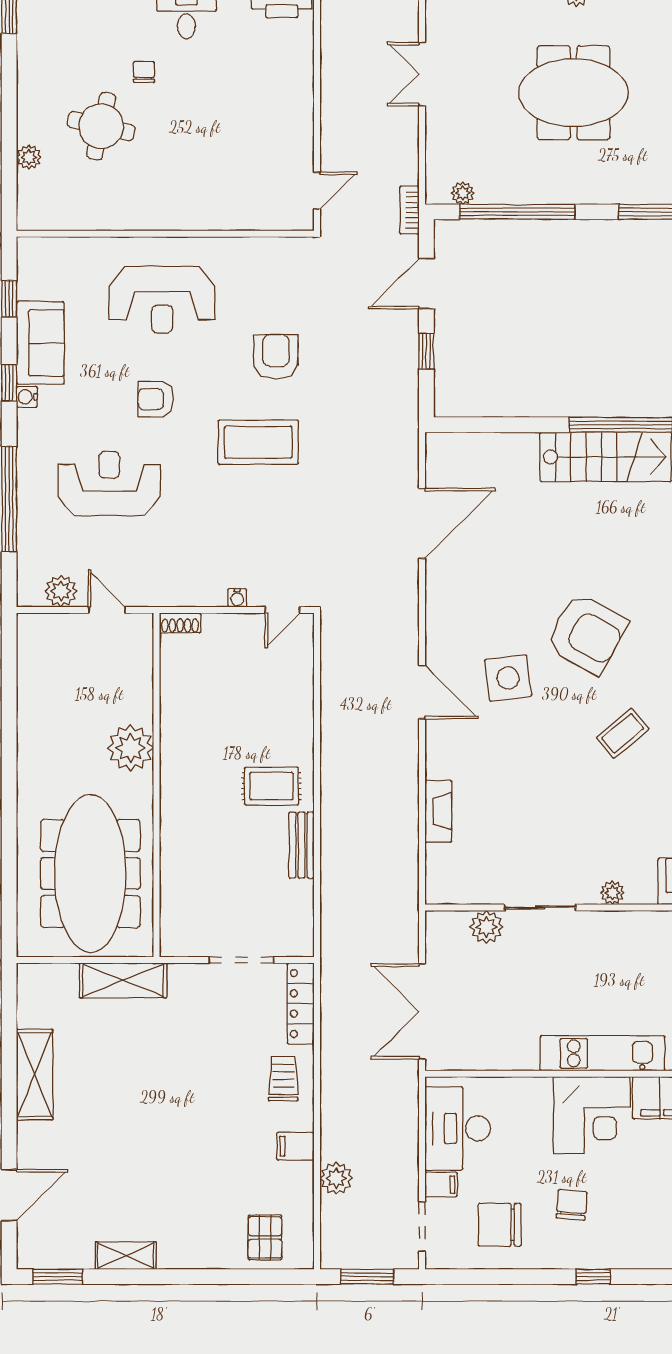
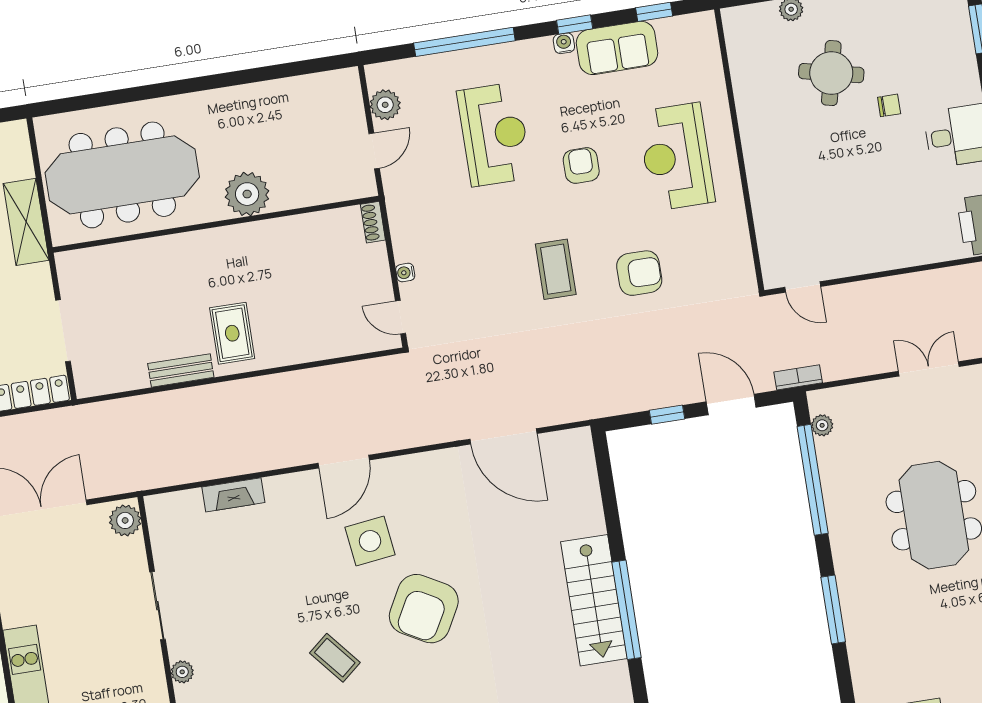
coffee table: (258, 442) -> (556, 269), width x0.73, depth x0.76
plant: (486, 927) -> (125, 520), moved

